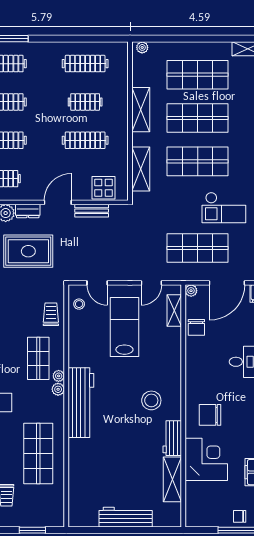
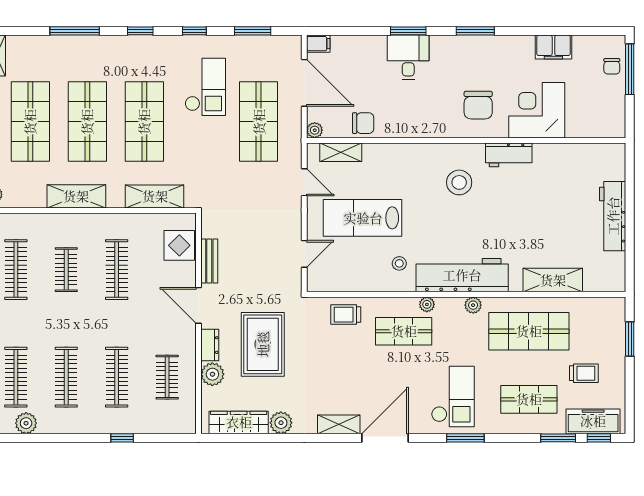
stool: (79, 304) -> (399, 263), moved
plant: (58, 389) -> (473, 305), moved
shelving: (172, 479) -> (553, 280), moved

